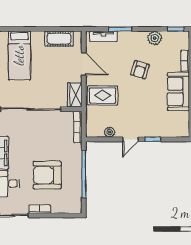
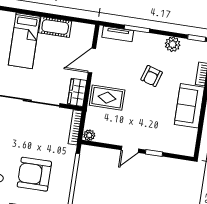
cot: (59, 39) -> (55, 27), moved
door: (84, 64) -> (92, 61), swing flipped
plant: (110, 132) -> (89, 135), moved

